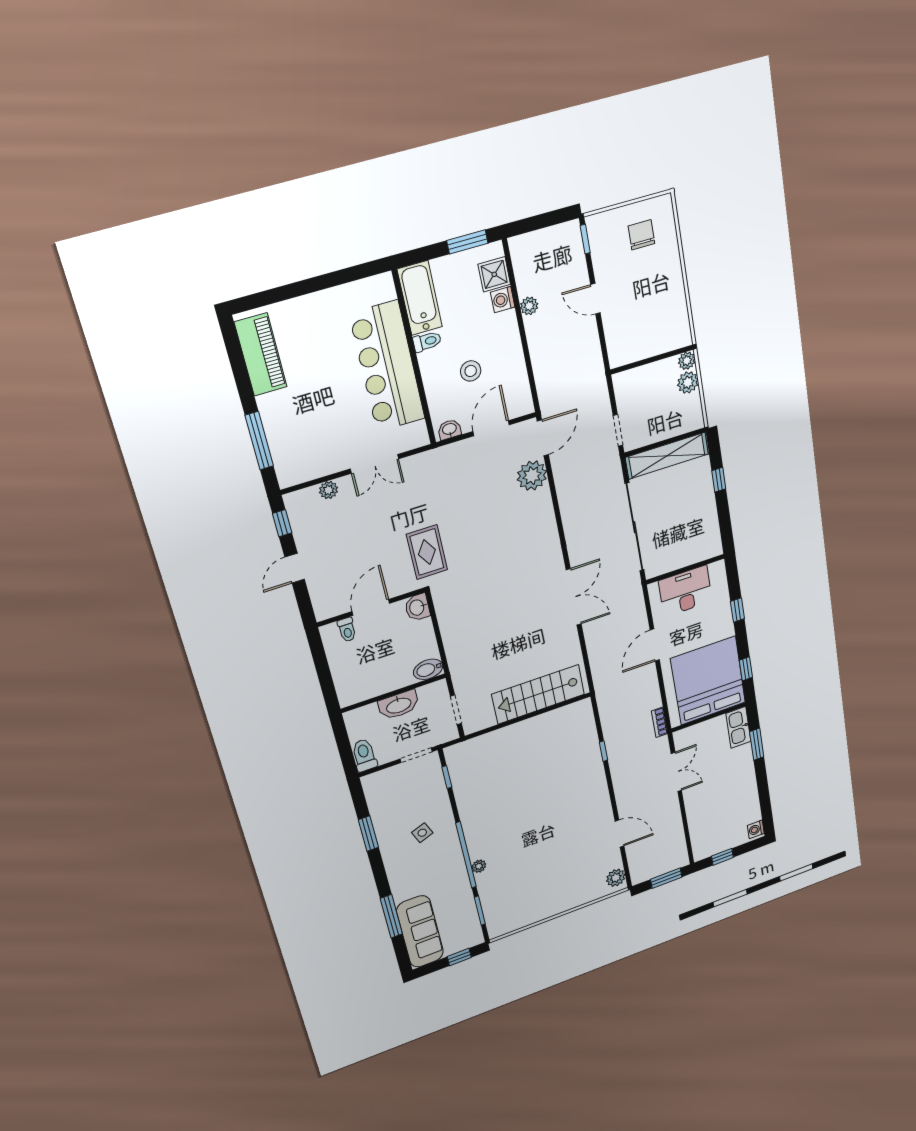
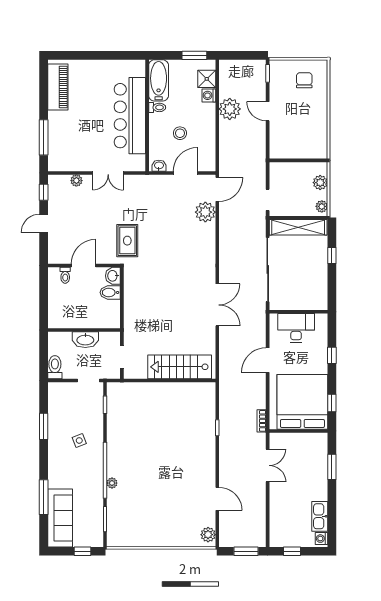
plant: (529, 306) -> (230, 109), width x1.88, depth x1.88
plant: (687, 361) -> (322, 206), moved
bidet: (428, 669) -> (110, 292), moved
kitchen sink: (738, 727) -> (320, 516), moved

